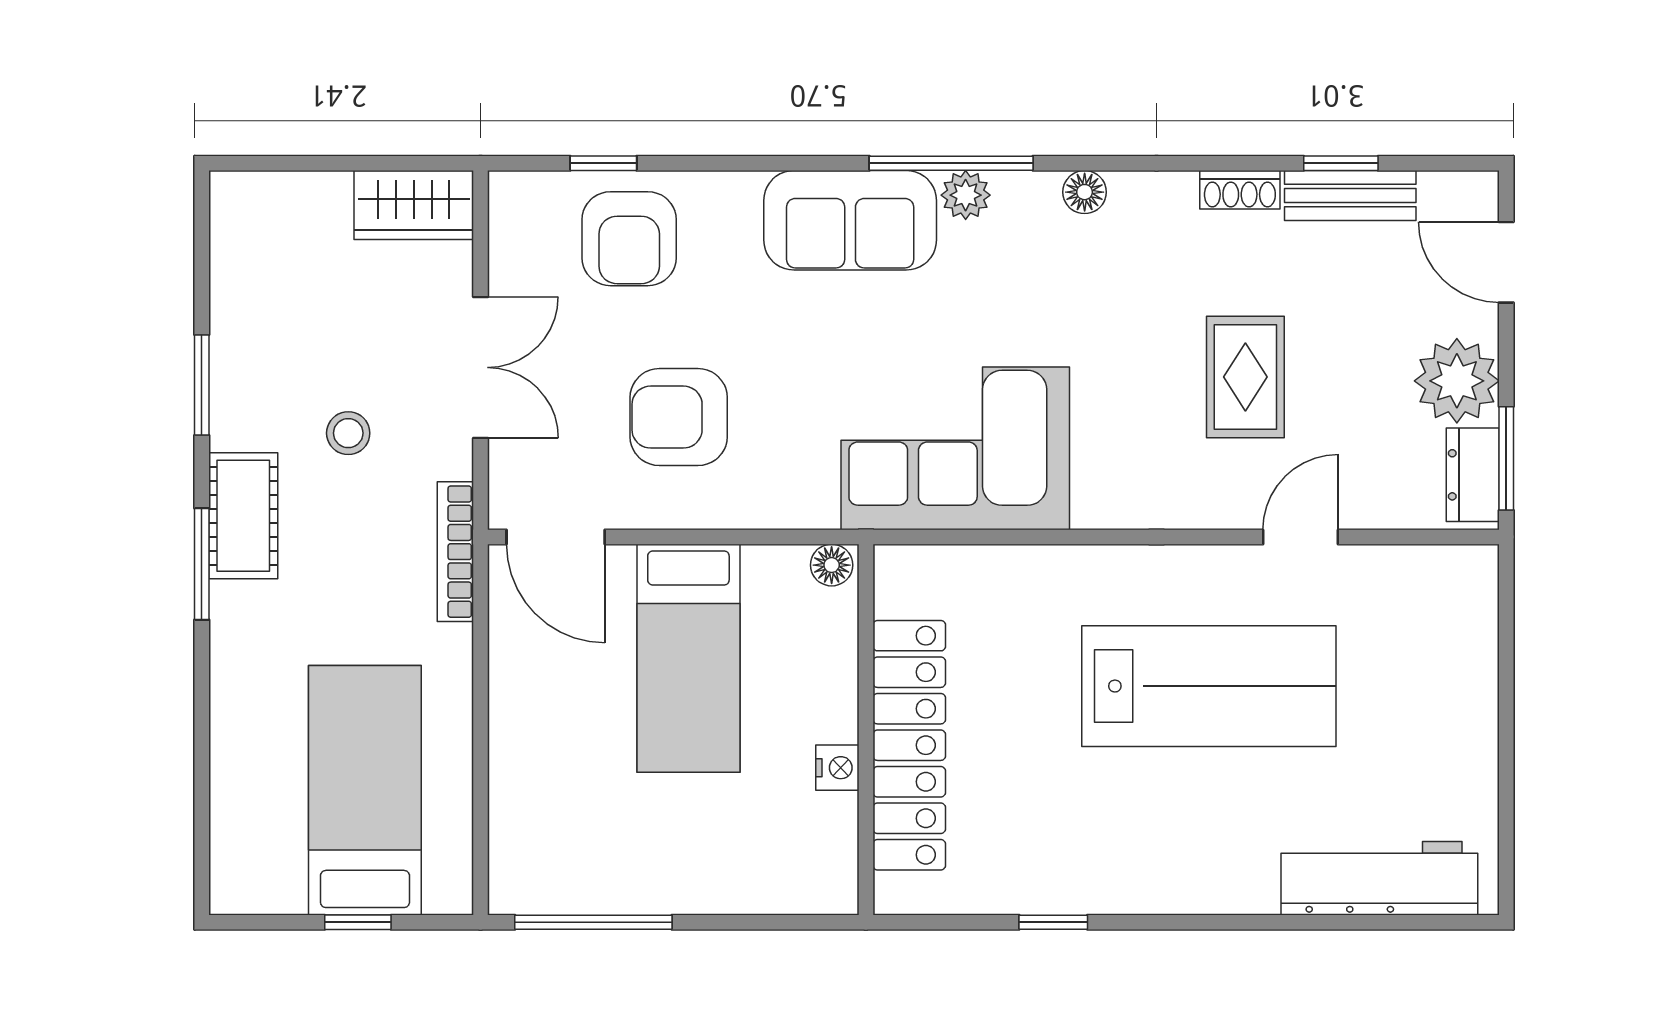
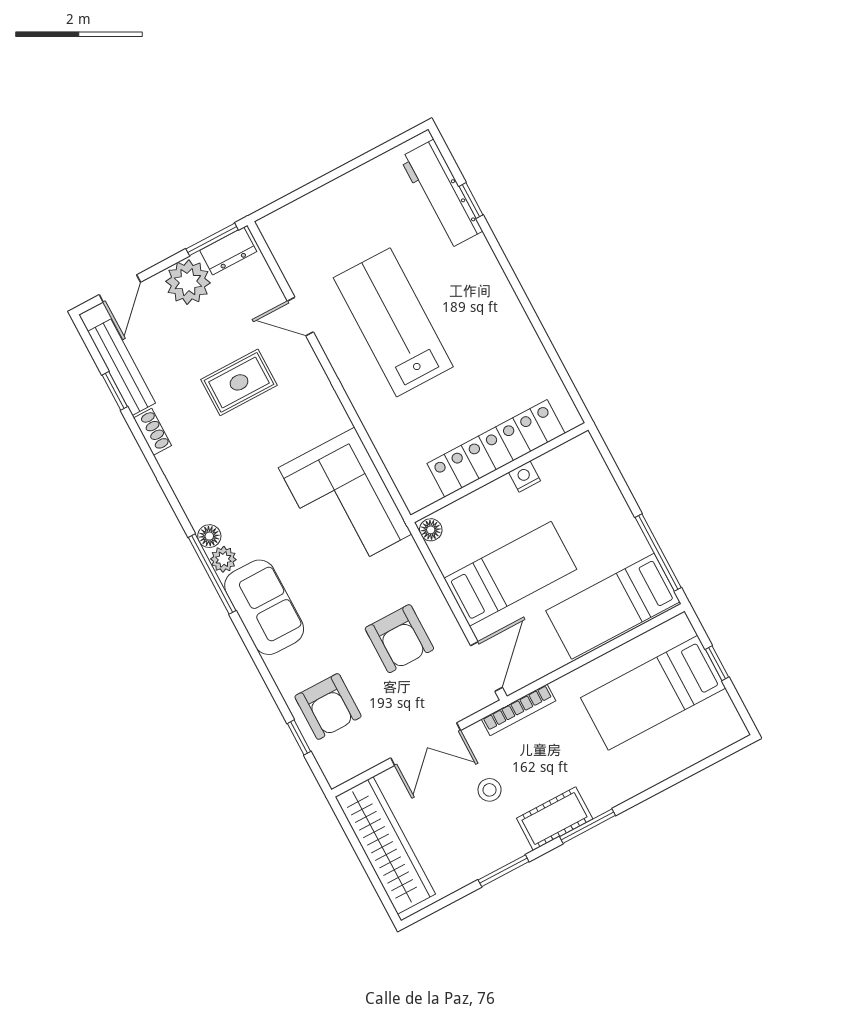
floor lamp: (1085, 192) -> (209, 536), moved
bench: (1350, 196) -> (122, 367), width x1.36
wardrobe: (414, 205) -> (385, 845), width x2.10, depth x1.17
armchair: (629, 239) -> (328, 706), turned 90
double door: (480, 367) -> (426, 744), swing flipped
bed: (544, 800) -> (613, 606), added
window: (1053, 922) -> (471, 201), moved

